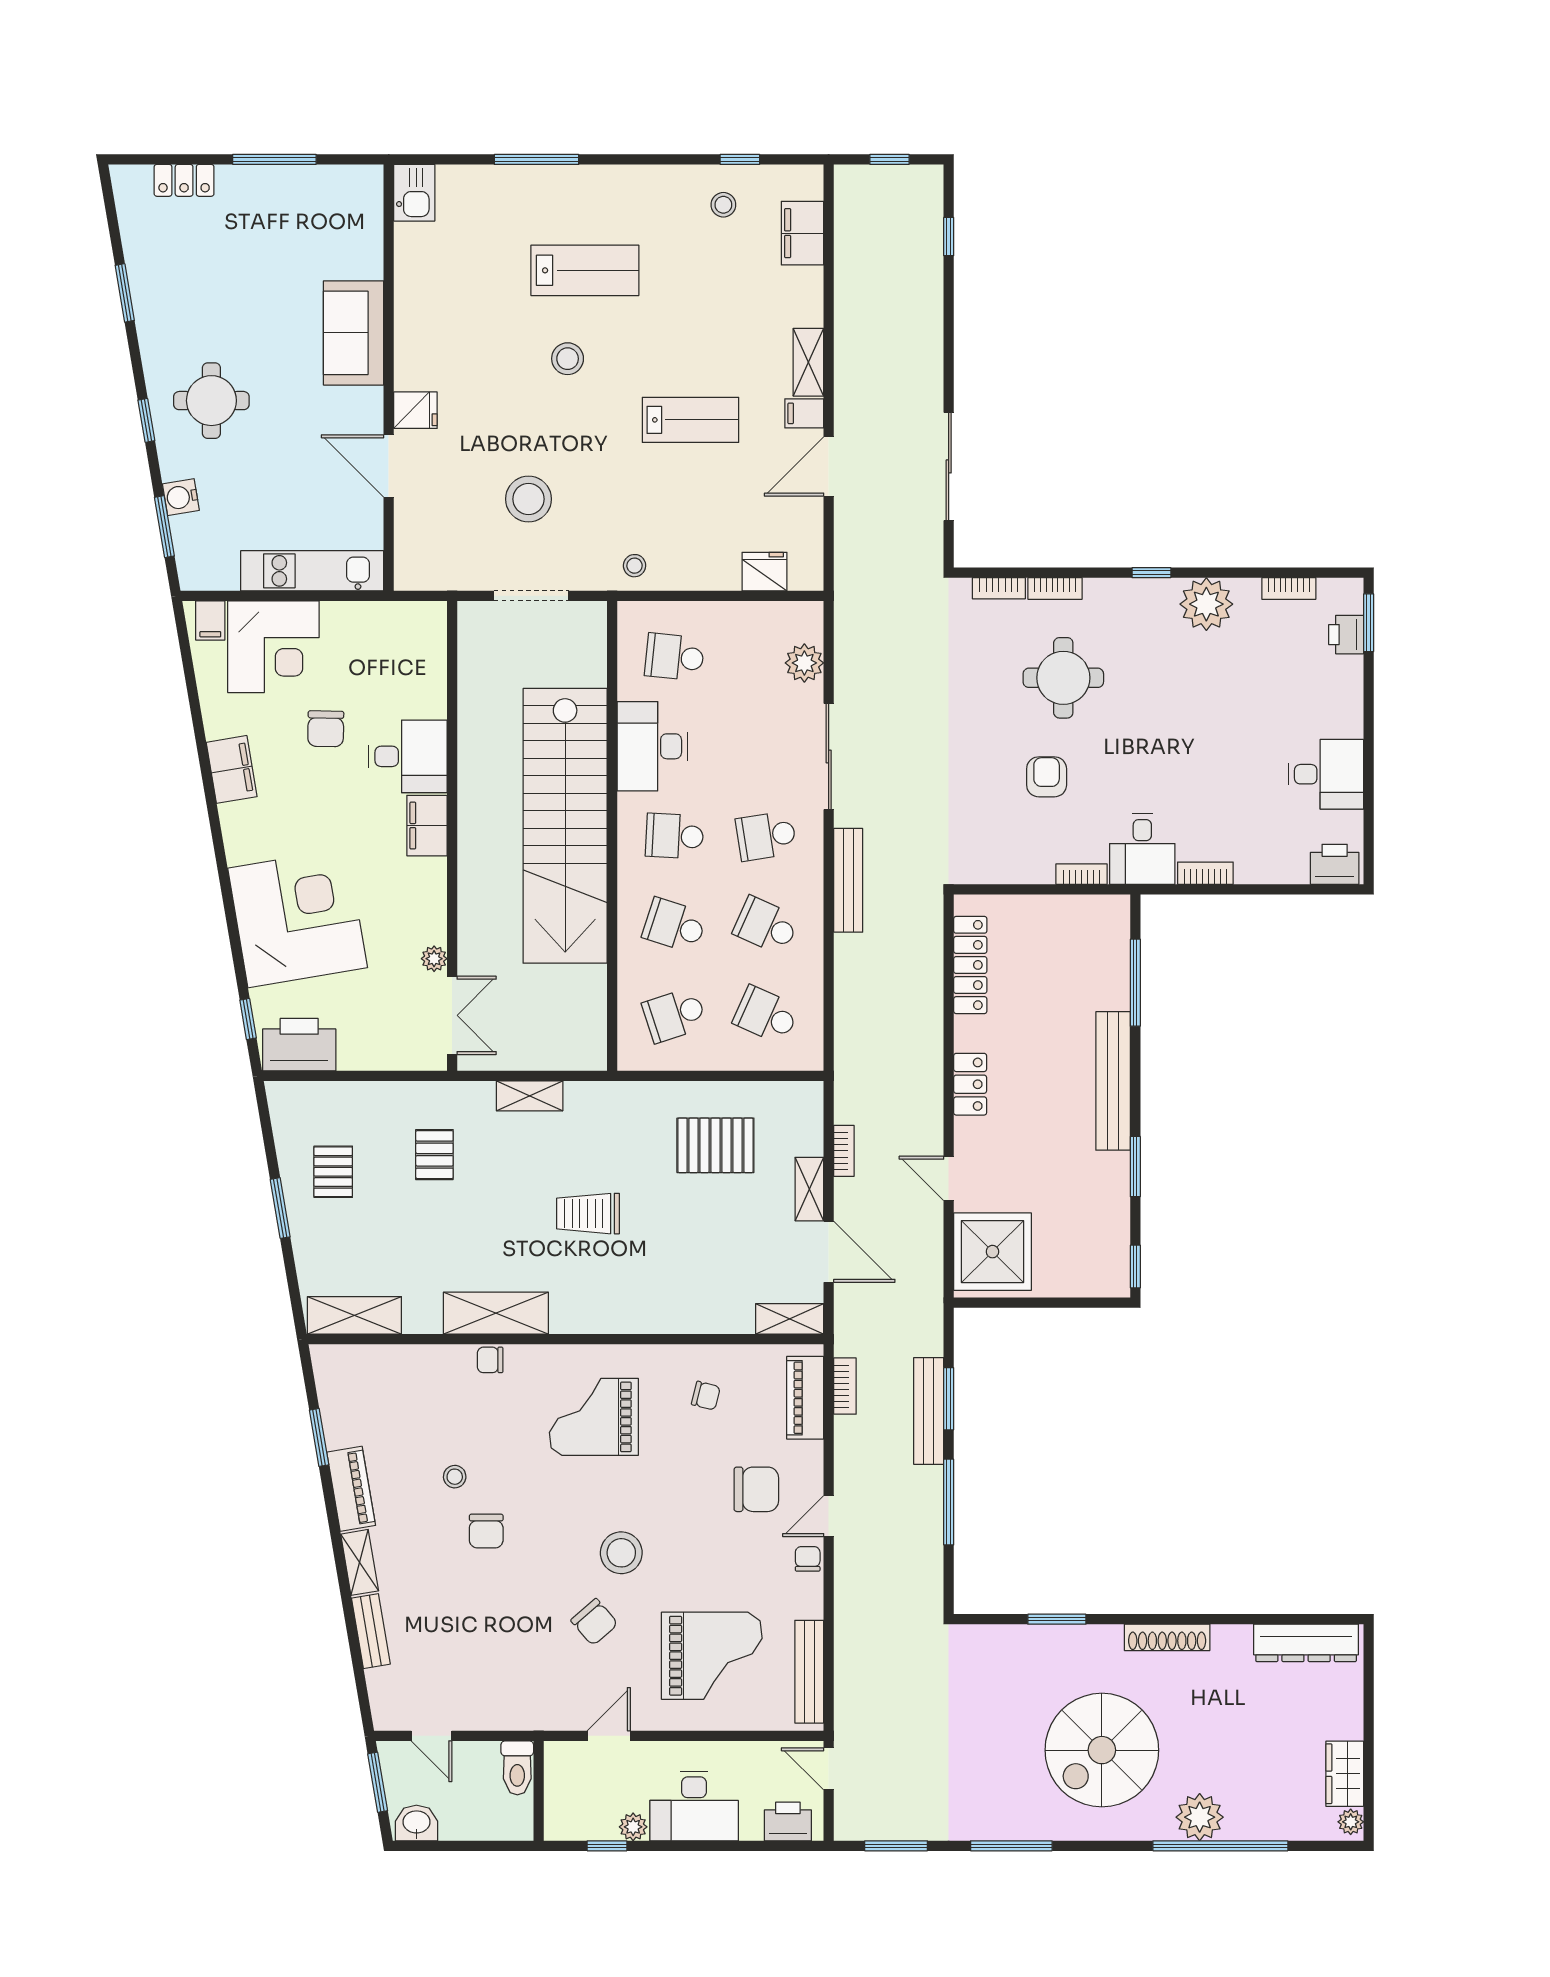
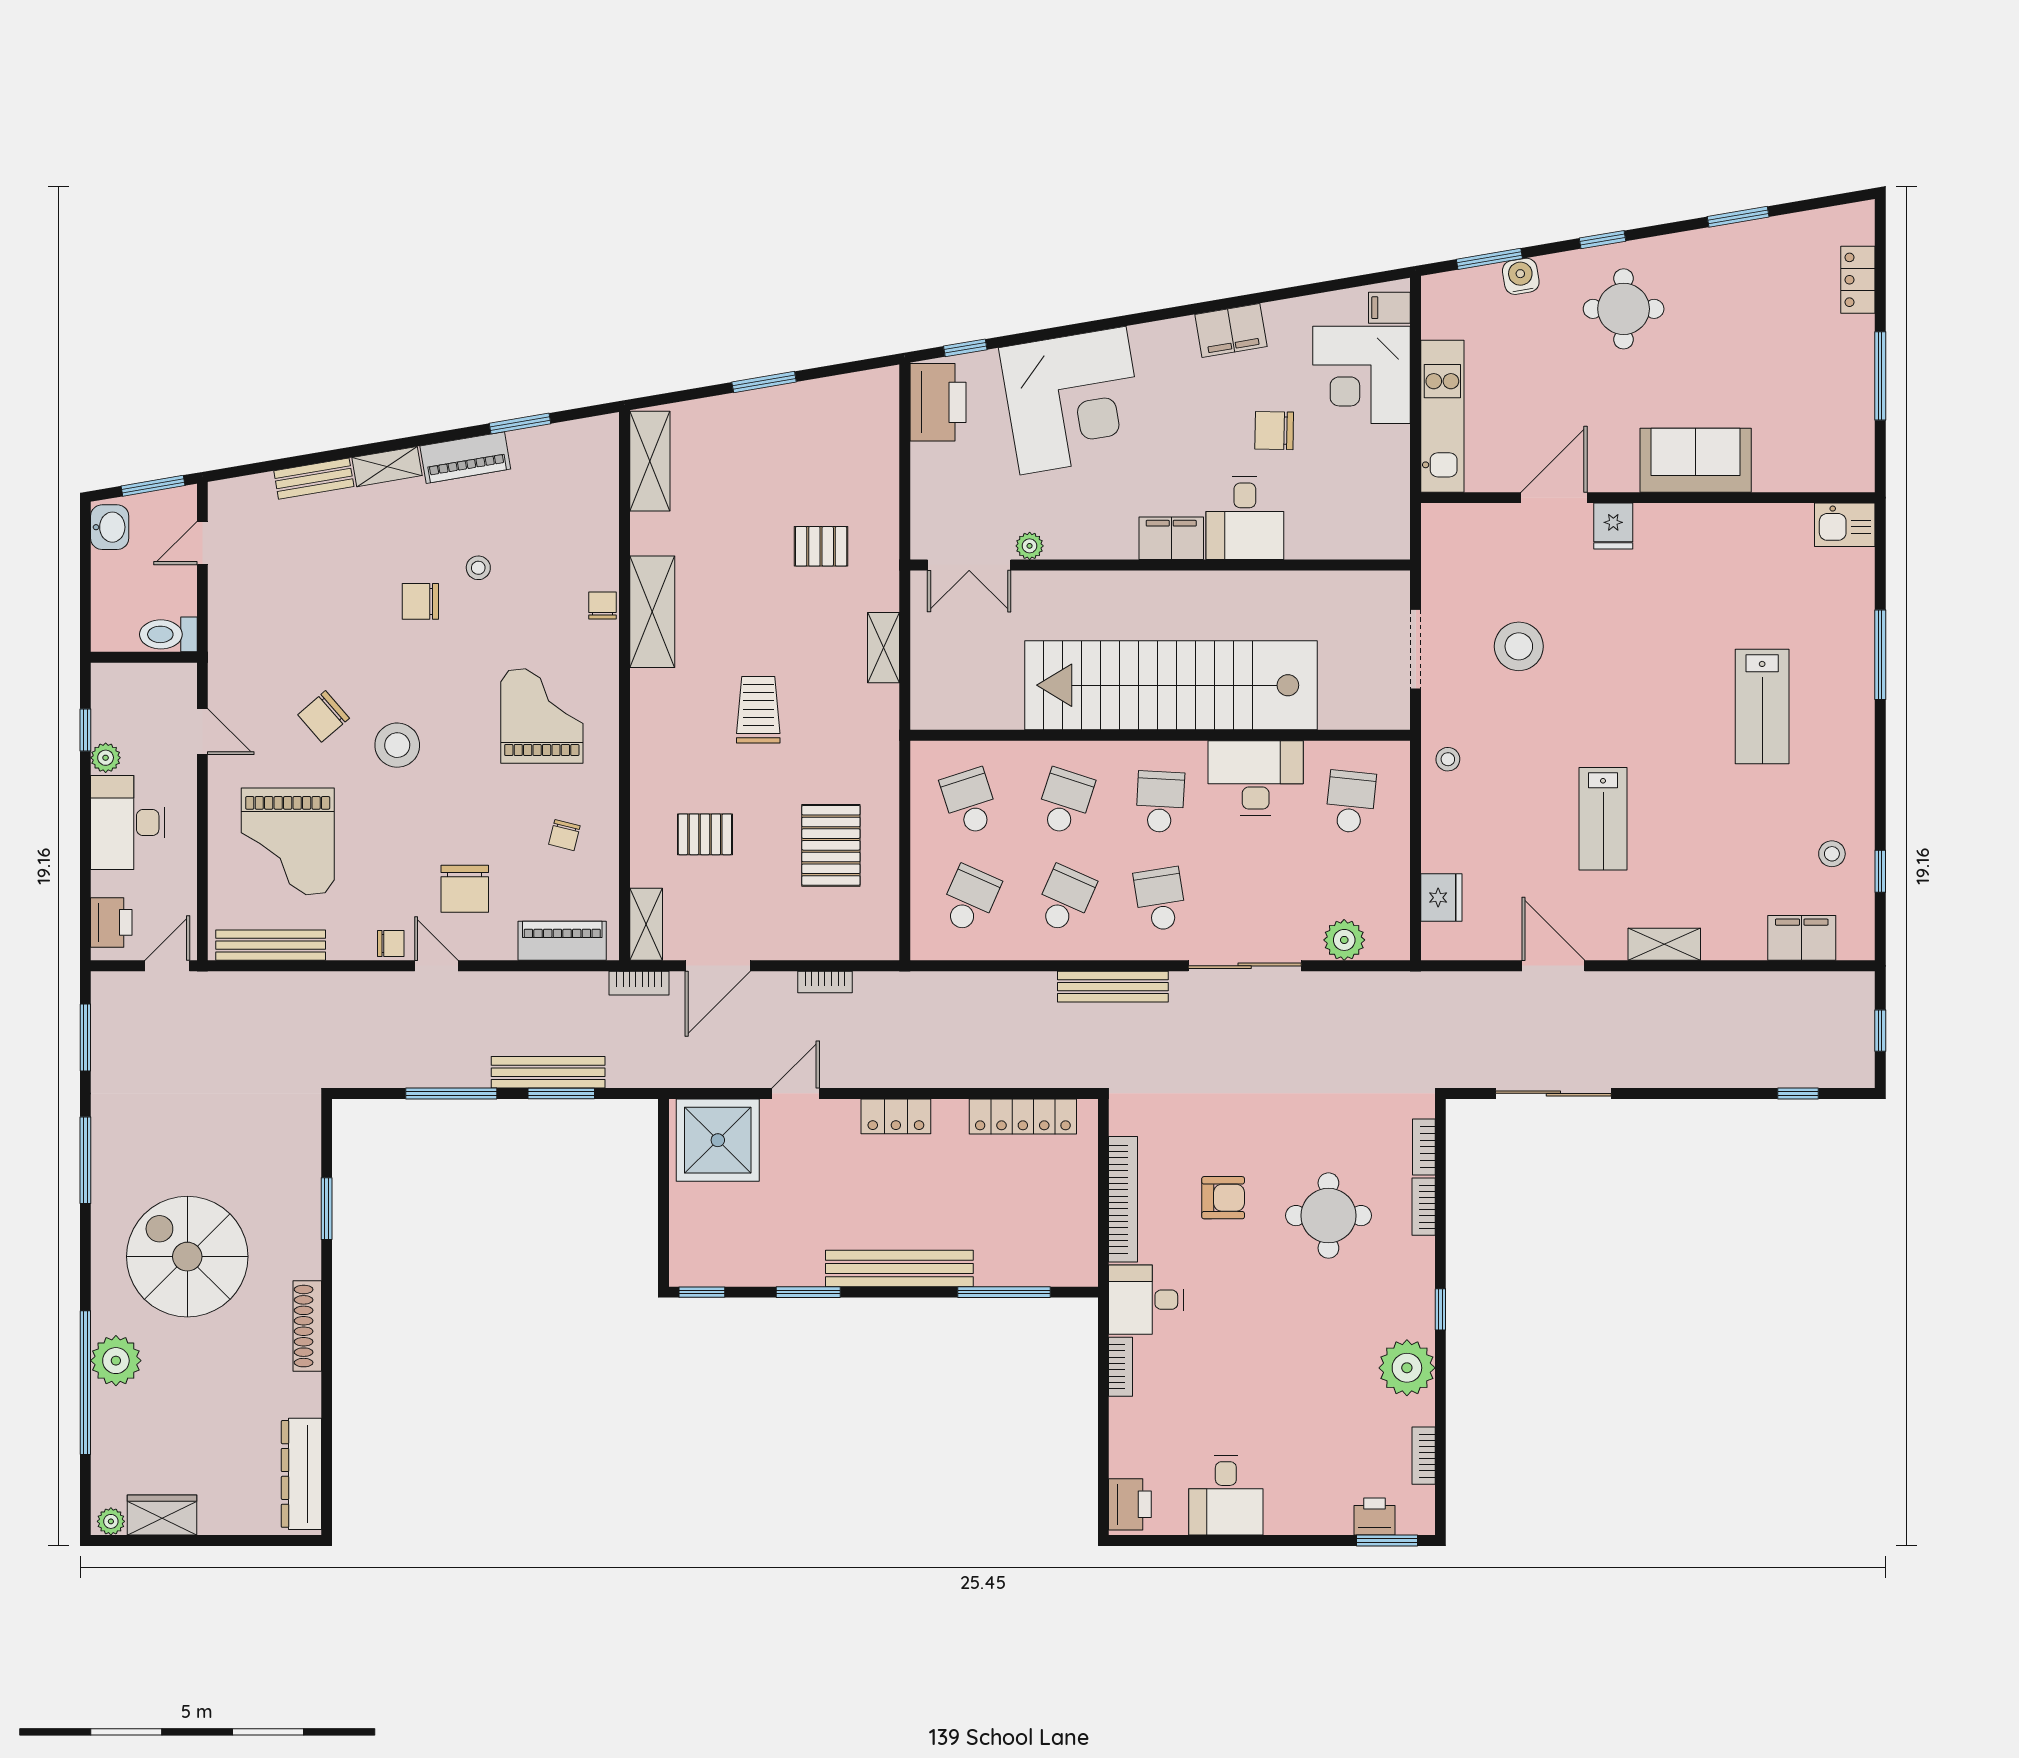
stool: (568, 359) -> (1668, 688), removed
filing cabinet: (804, 413) -> (1610, 940), removed
bookcase: (1082, 874) -> (1123, 1199), width x2.31, depth x1.31
pallet: (333, 1172) -> (705, 834), moved
shelving: (809, 1189) -> (784, 945), removed
bookcase: (845, 1386) -> (639, 983), moved

